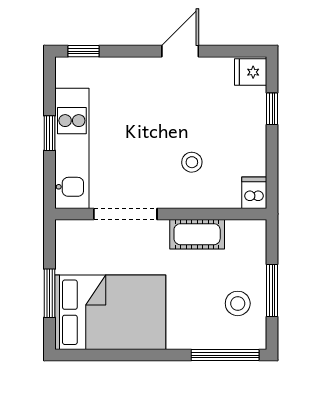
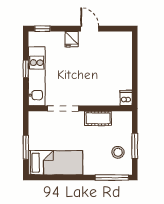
door: (180, 51) -> (90, 29), hinge flipped
fridge: (251, 72) -> (72, 39), moved, turned -90
window: (272, 109) -> (135, 57), removed
stool: (192, 162) -> (95, 83), removed
bed: (110, 312) -> (56, 163), width x0.67

